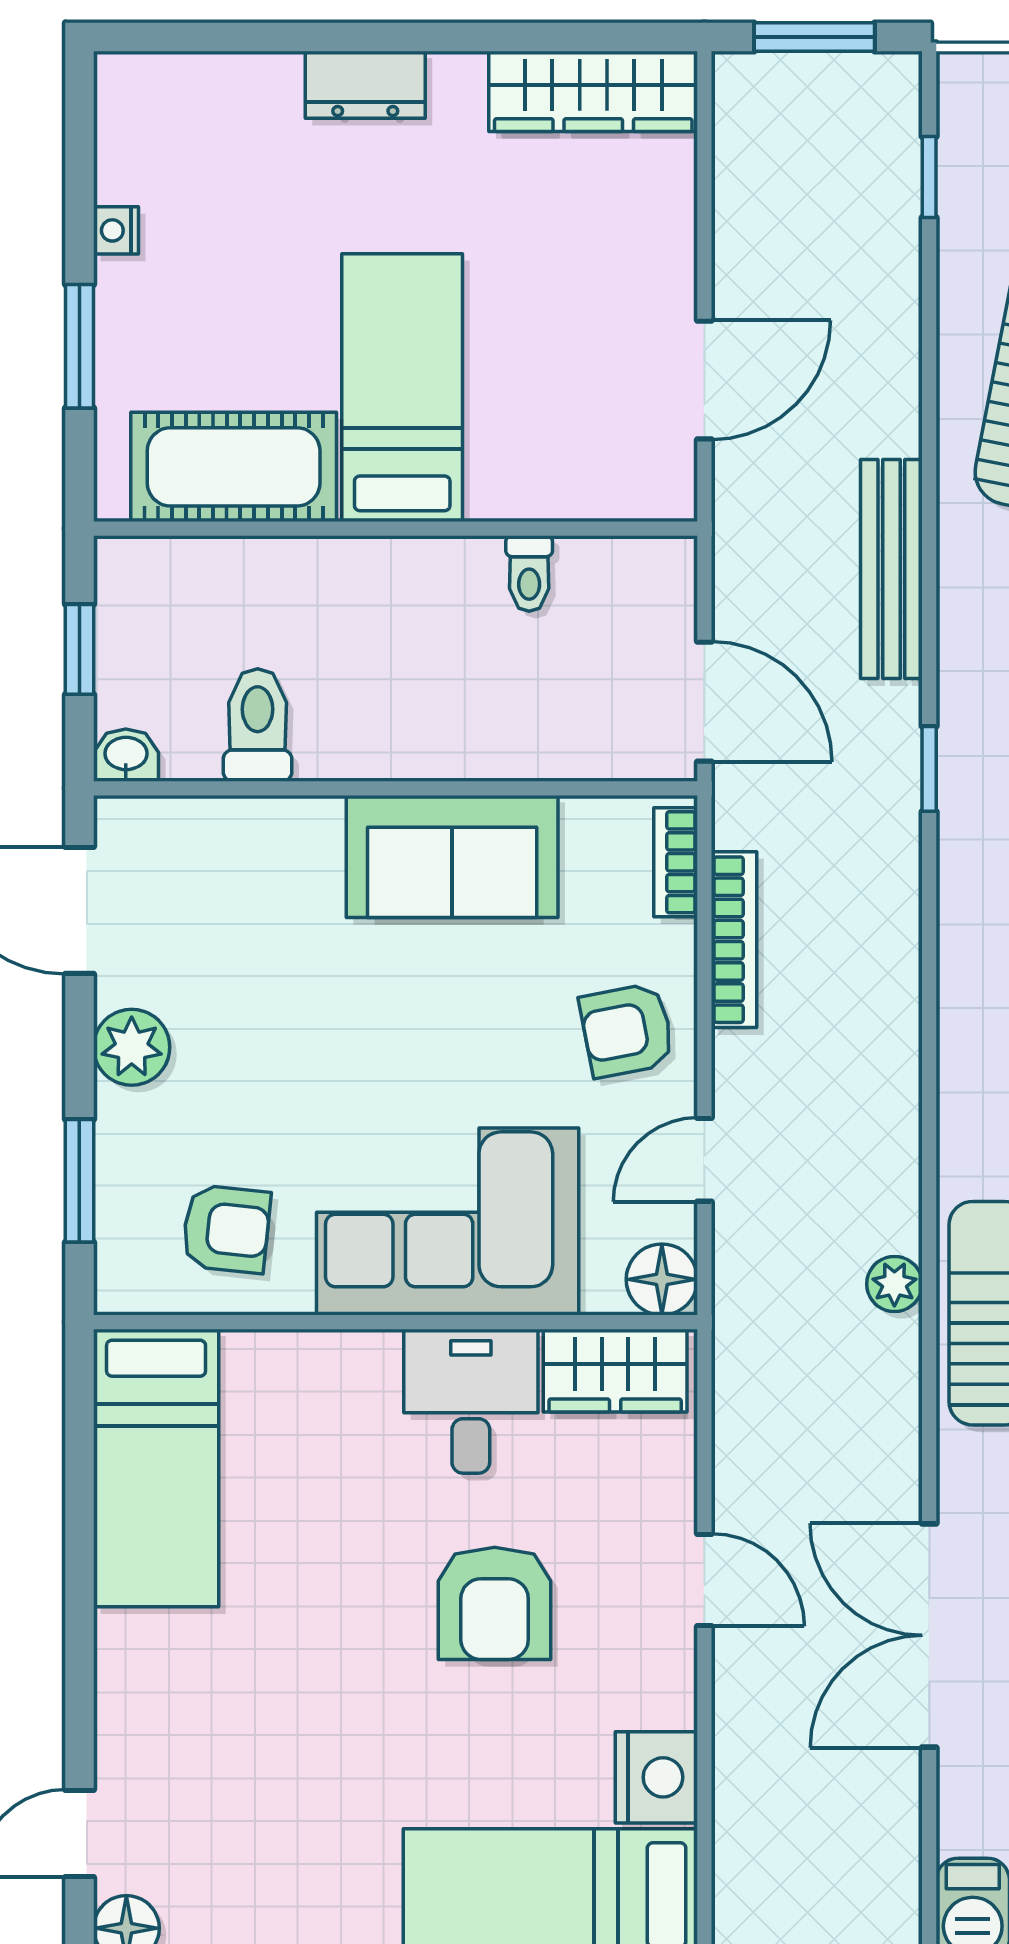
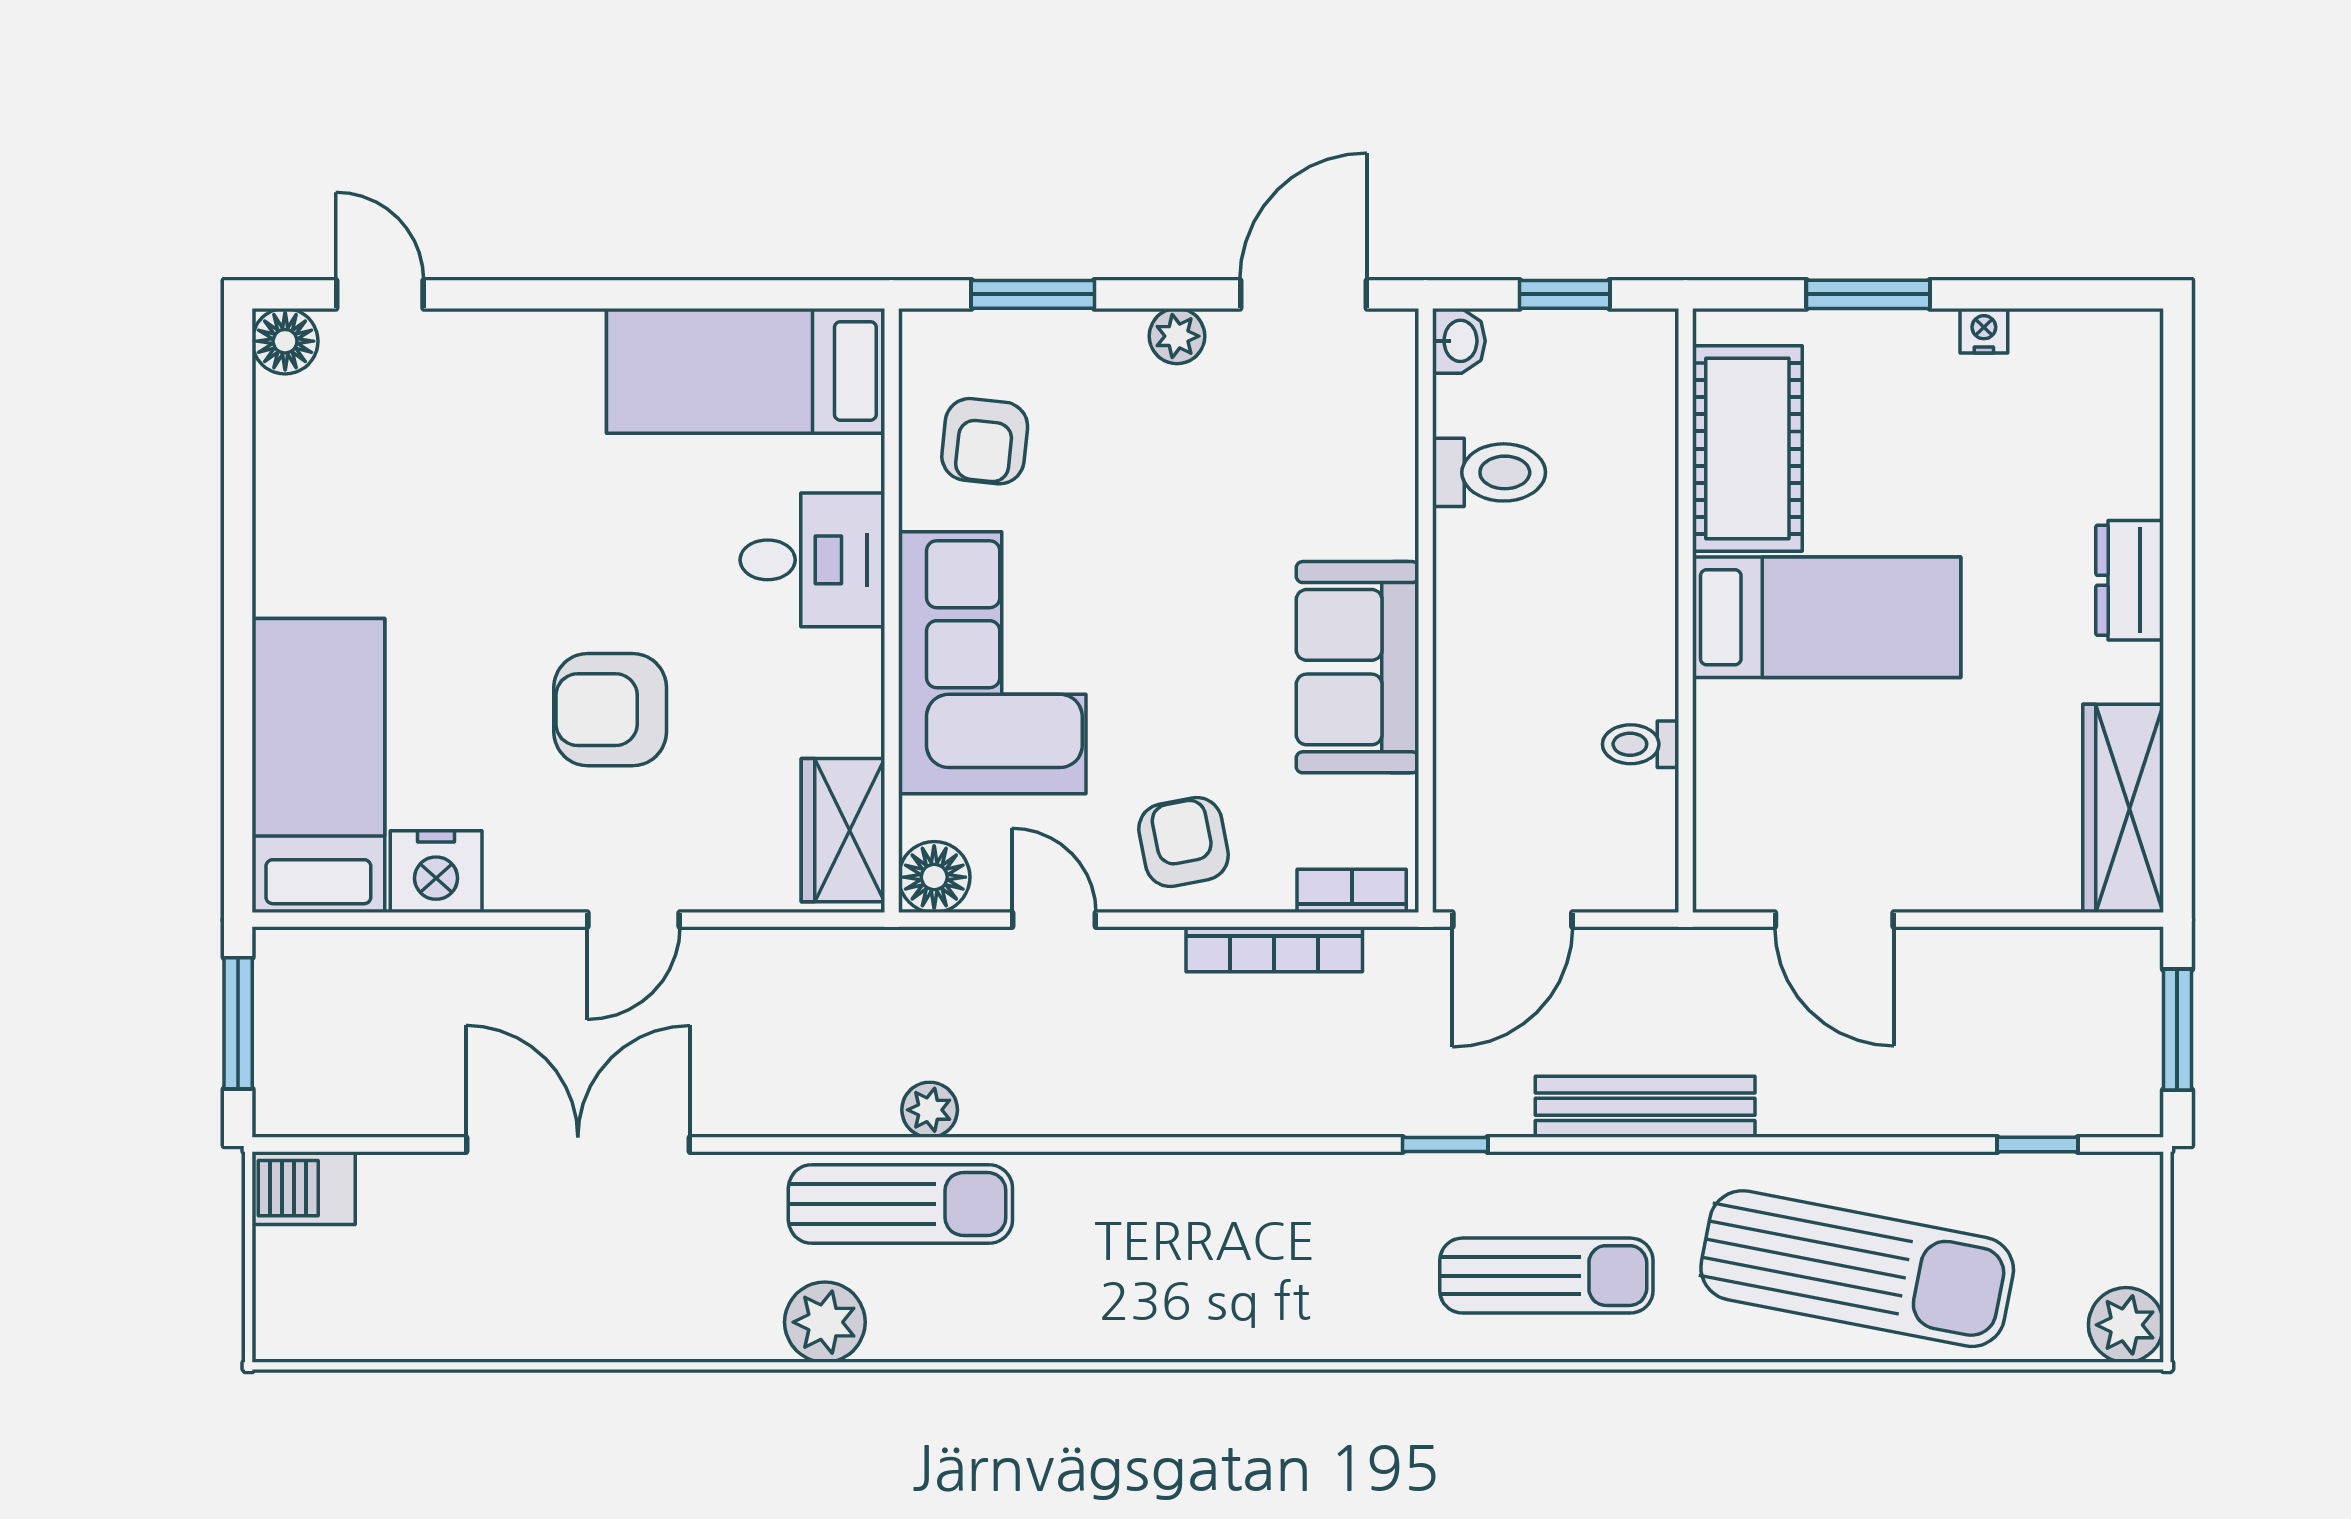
plant: (132, 1047) -> (1177, 336), width x0.73, depth x0.73
desk: (471, 1401) -> (812, 560), moved

